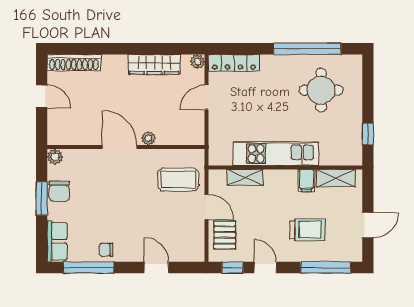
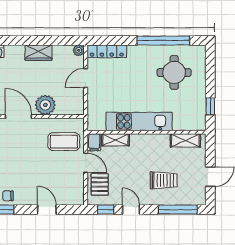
wardrobe: (154, 64) -> (38, 53), width x0.67
plant: (148, 138) -> (45, 105), width x1.88, depth x1.88
filing cabinet: (306, 180) -> (94, 142), moved

